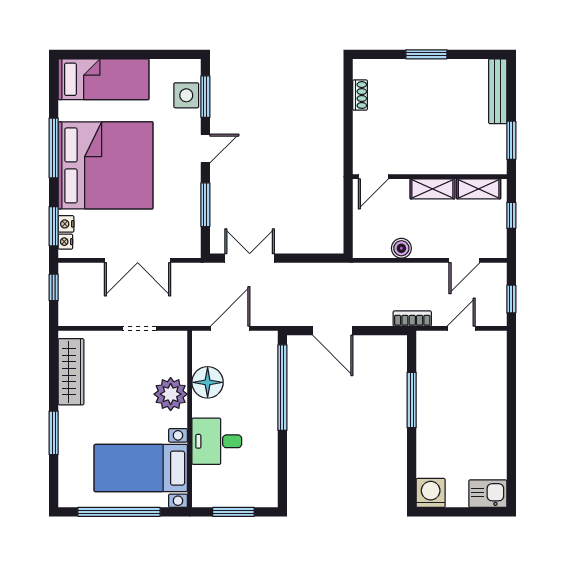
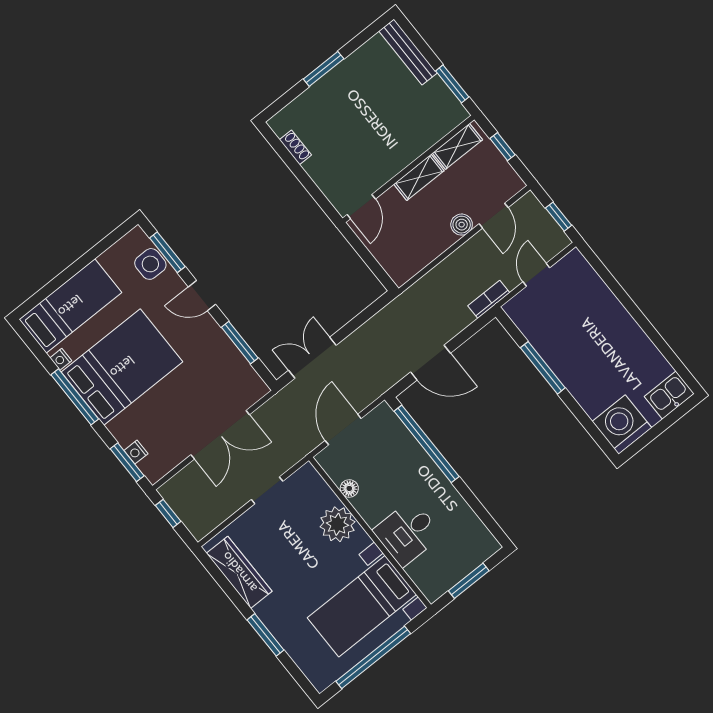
door: (205, 149) -> (202, 296), swing flipped
bed: (105, 165) -> (122, 367), width x0.73
nightstand: (65, 242) -> (61, 359), moved
boiler: (401, 248) -> (462, 225), moved
floor lamp: (208, 382) -> (349, 488), width x0.53, depth x0.53
washing machine: (431, 493) -> (622, 425), width x1.37, depth x1.37

